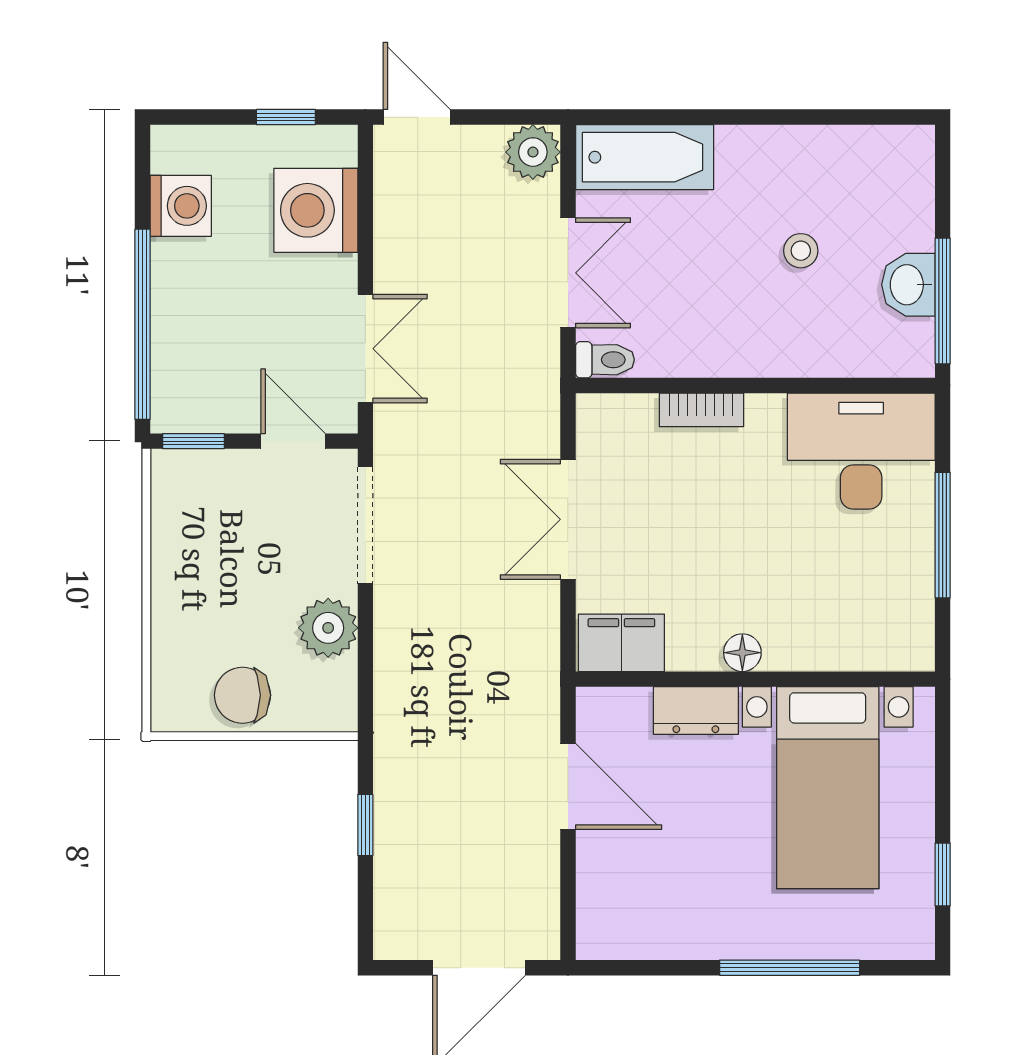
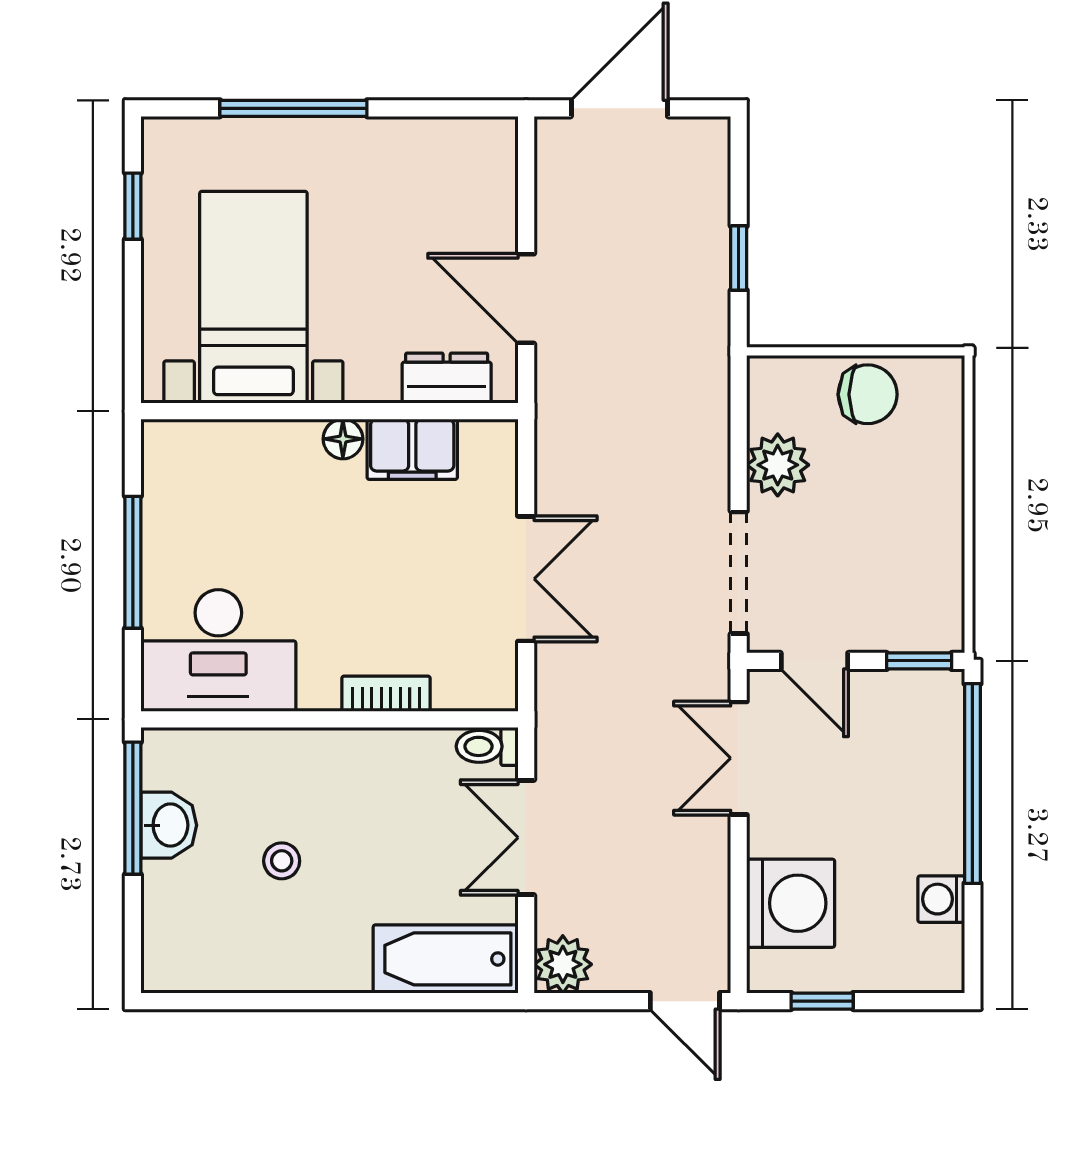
washing machine: (181, 206) -> (941, 899), width x0.73, depth x0.73
filing cabinet: (621, 643) -> (412, 449), moved
dresser: (696, 711) -> (447, 378), moved

